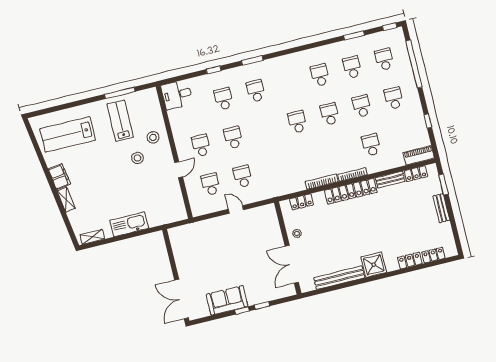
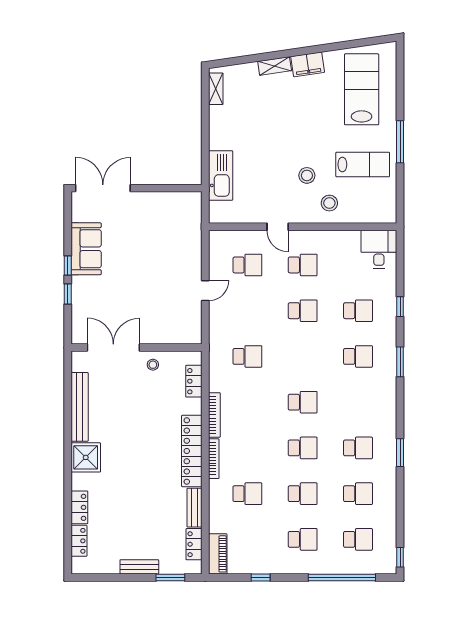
window: (354, 35) -> (400, 453), moved
window: (120, 93) -> (400, 142), moved
school desk: (243, 176) -> (247, 356), moved
kitchen sink: (129, 224) -> (221, 176), moved

